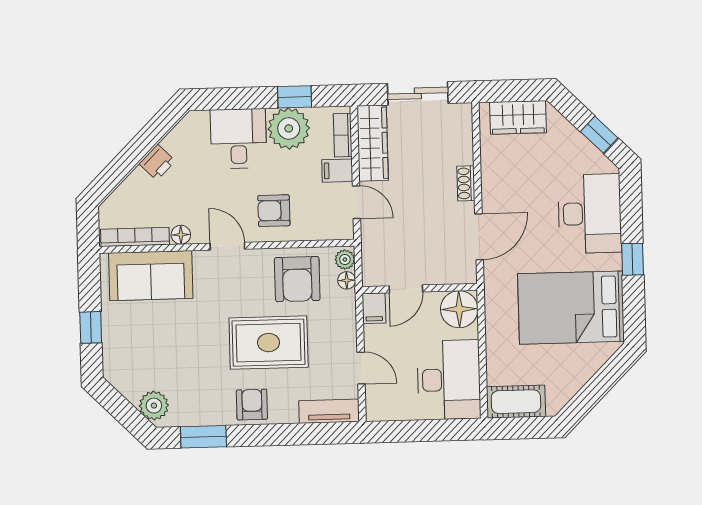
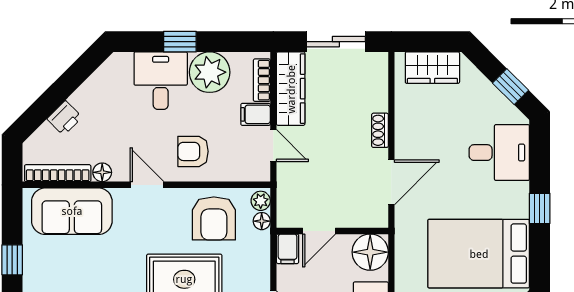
window: (295, 97) -> (180, 42), moved
printer: (157, 162) -> (65, 118), moved
desk: (590, 214) -> (499, 153), width x0.73

